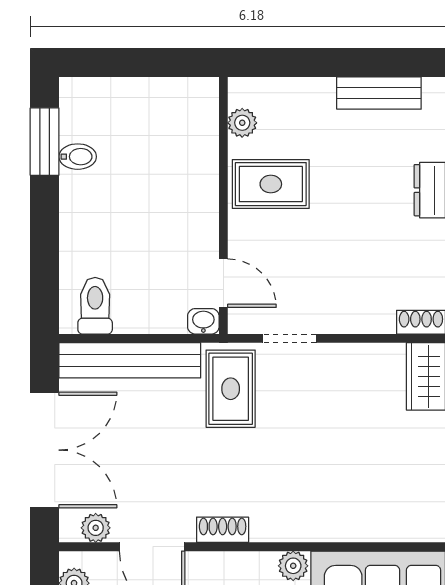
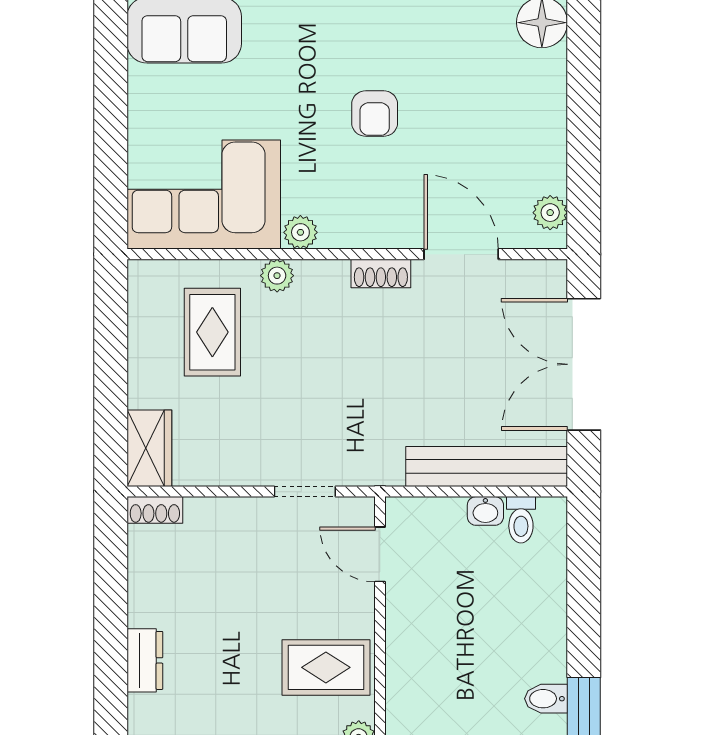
toilet: (95, 306) -> (521, 520), width x0.73, depth x0.72
washbasin: (203, 321) -> (485, 511), moved
rug: (231, 389) -> (212, 332), moved
plant: (96, 528) -> (277, 276), moved

